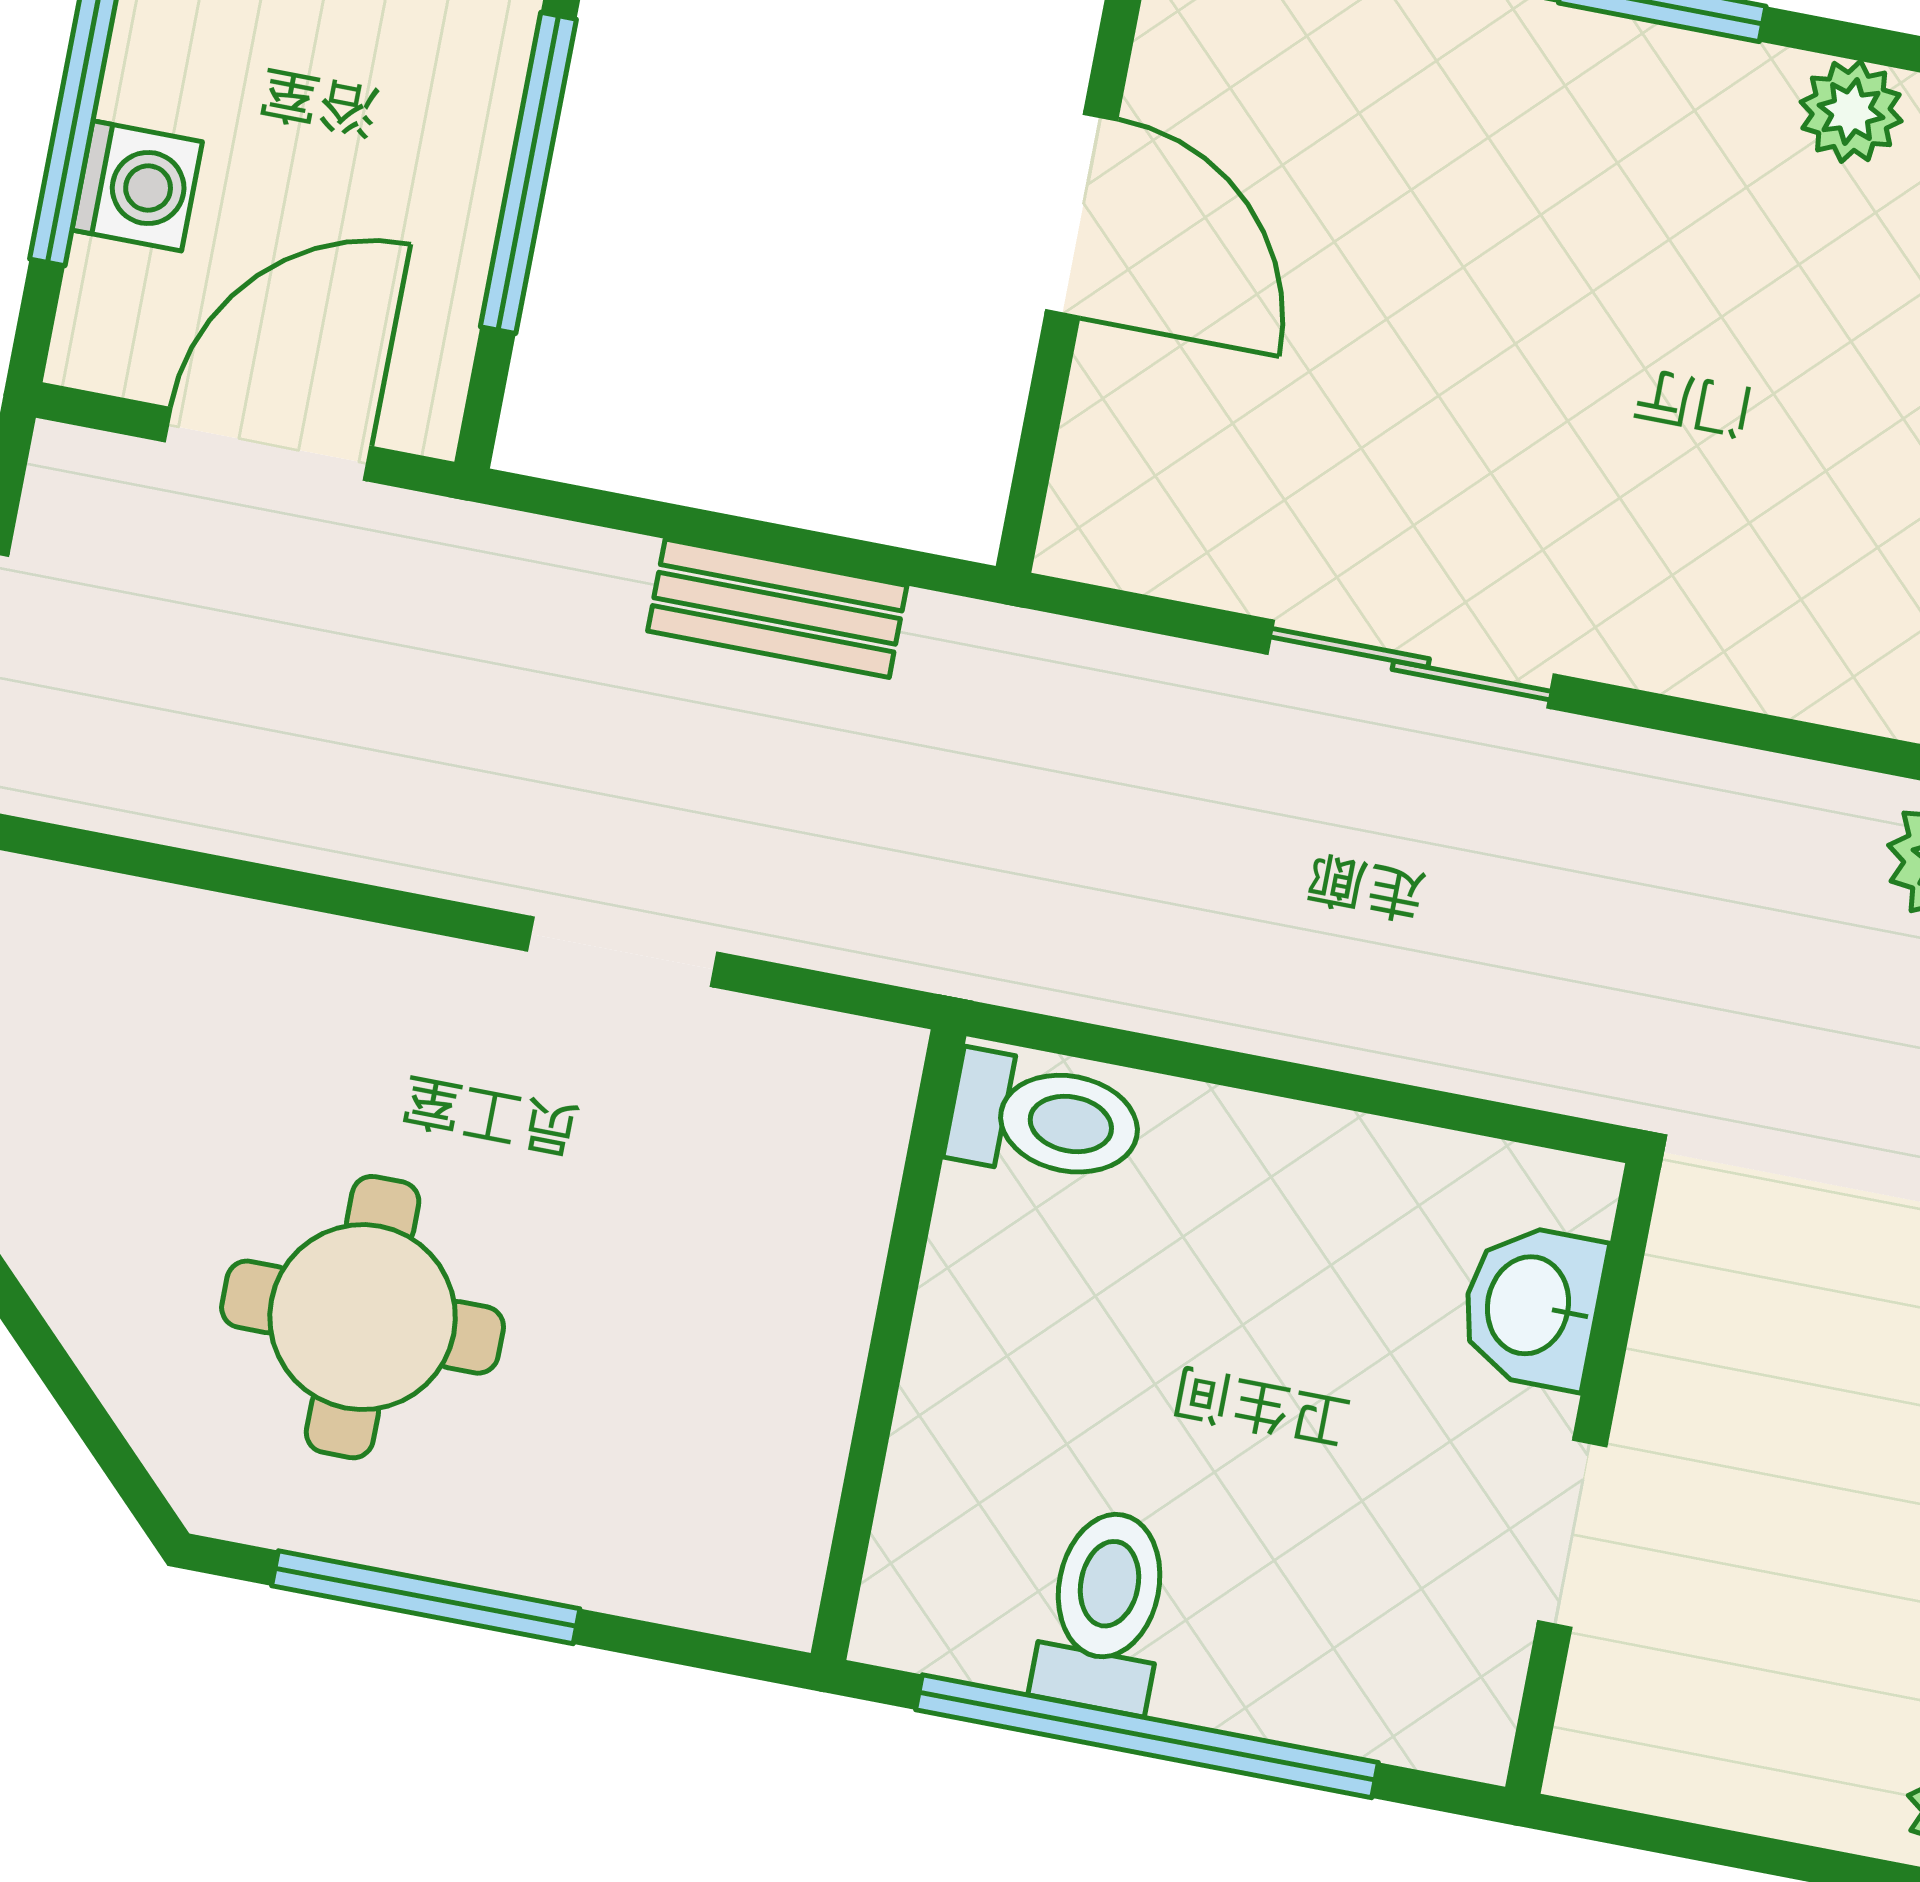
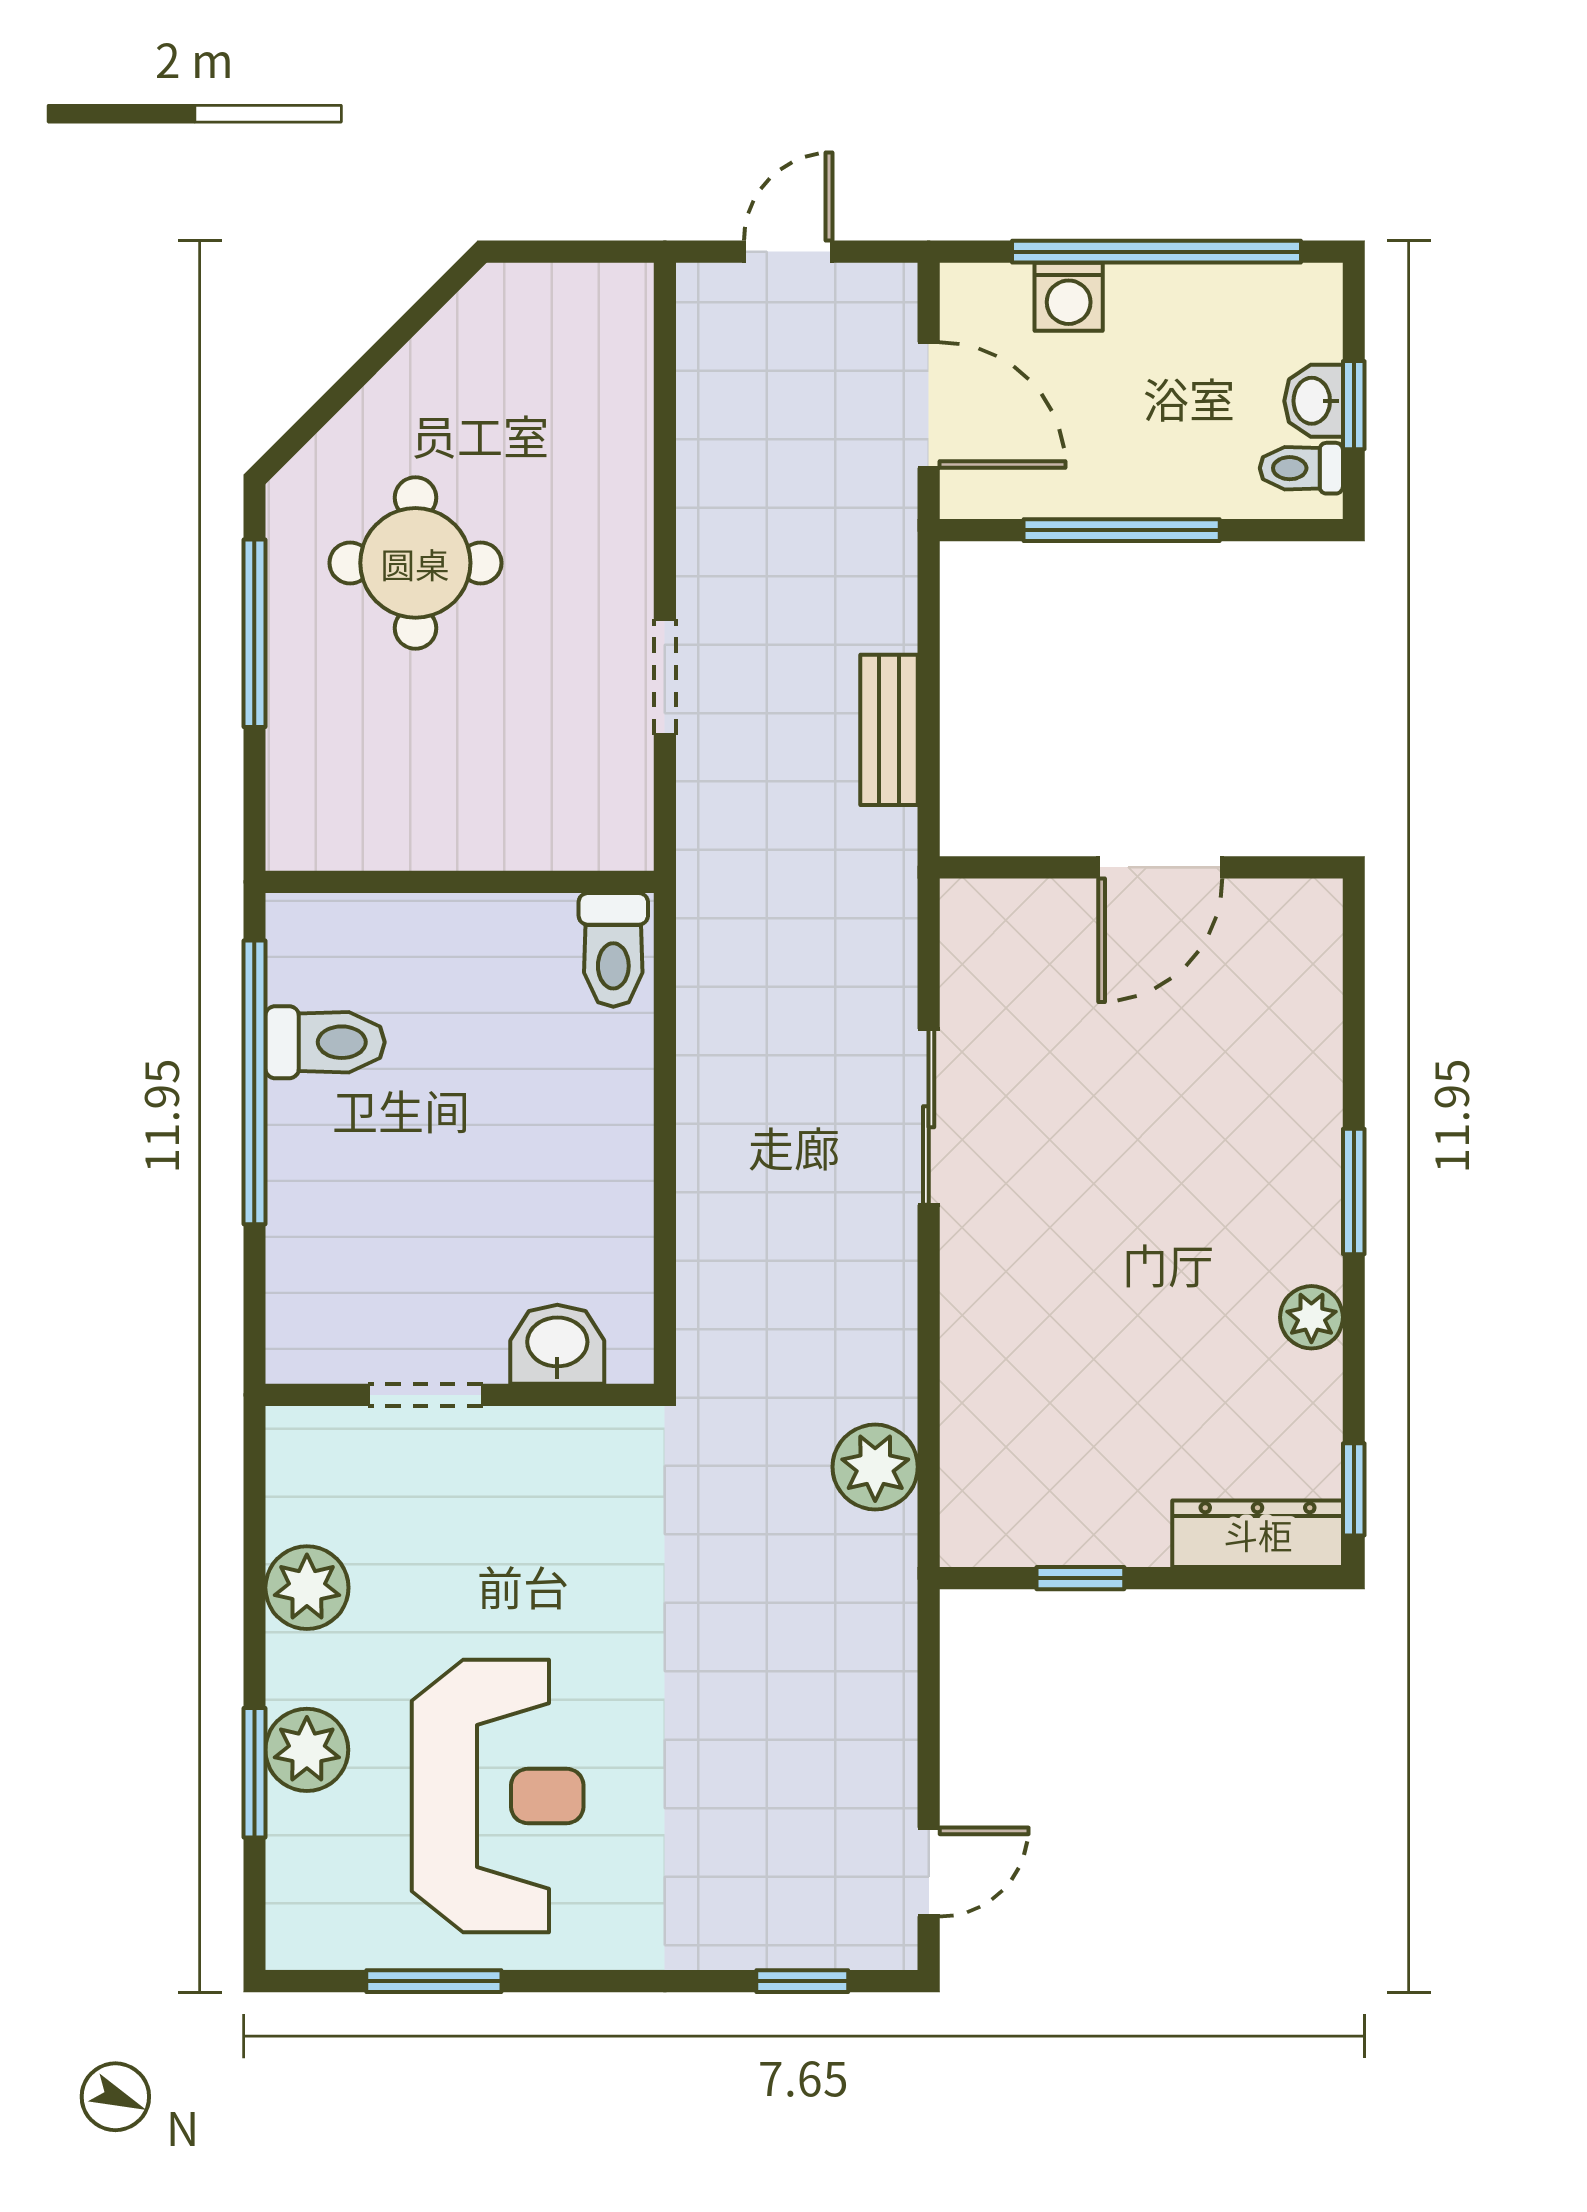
washbasin: (1532, 1306) -> (557, 1344), moved
wall: (1583, 1478) -> (460, 1395), moved
doorway: (1572, 1534) -> (425, 1395), moved

